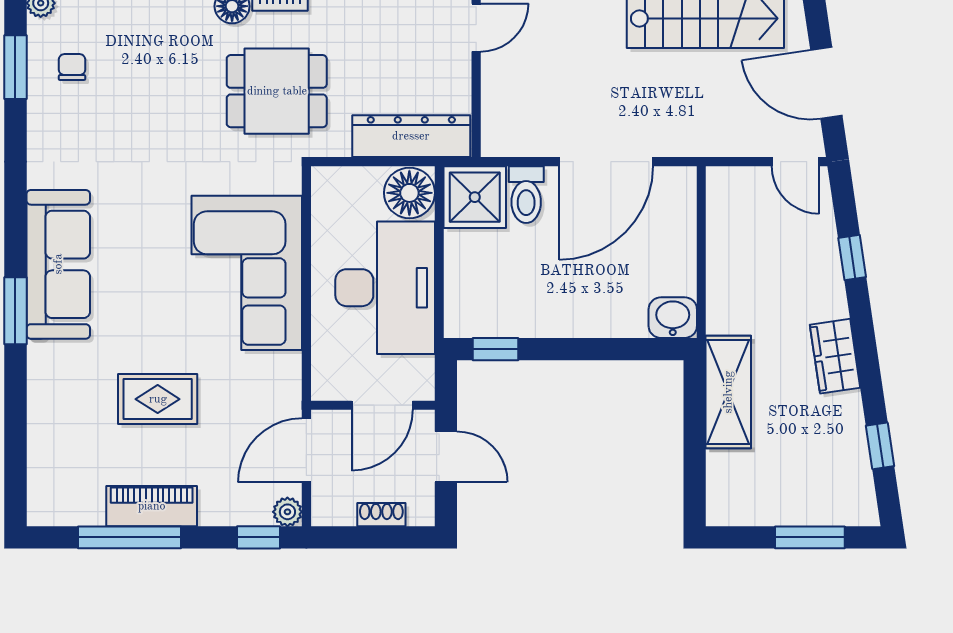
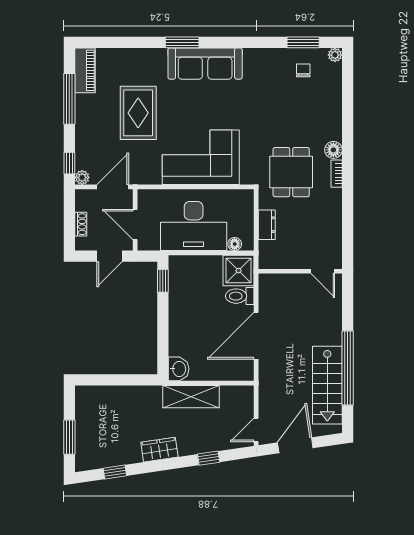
chair: (72, 67) -> (303, 70), turned -90
dresser: (411, 136) -> (267, 225), width x0.51, depth x0.80
door: (606, 162) -> (256, 336), hinge flipped
floor lamp: (409, 193) -> (235, 244), width x0.53, depth x0.53
shelving: (728, 392) -> (191, 397), moved
rug: (158, 399) -> (138, 113), width x1.36, depth x1.43
door: (306, 450) -> (113, 187), hinge flipped
piano: (152, 506) -> (85, 70), moved

